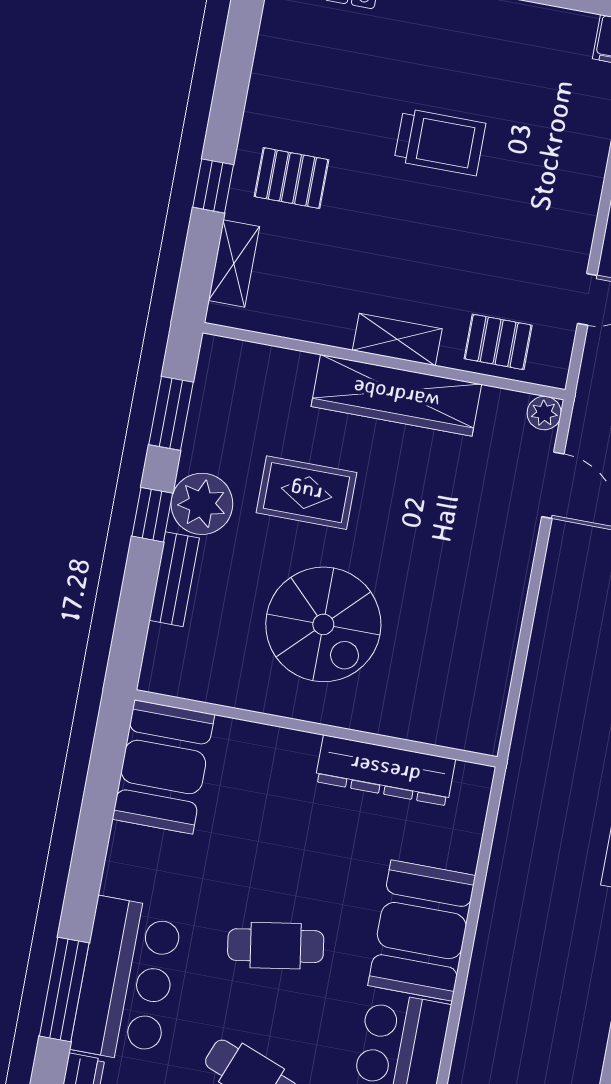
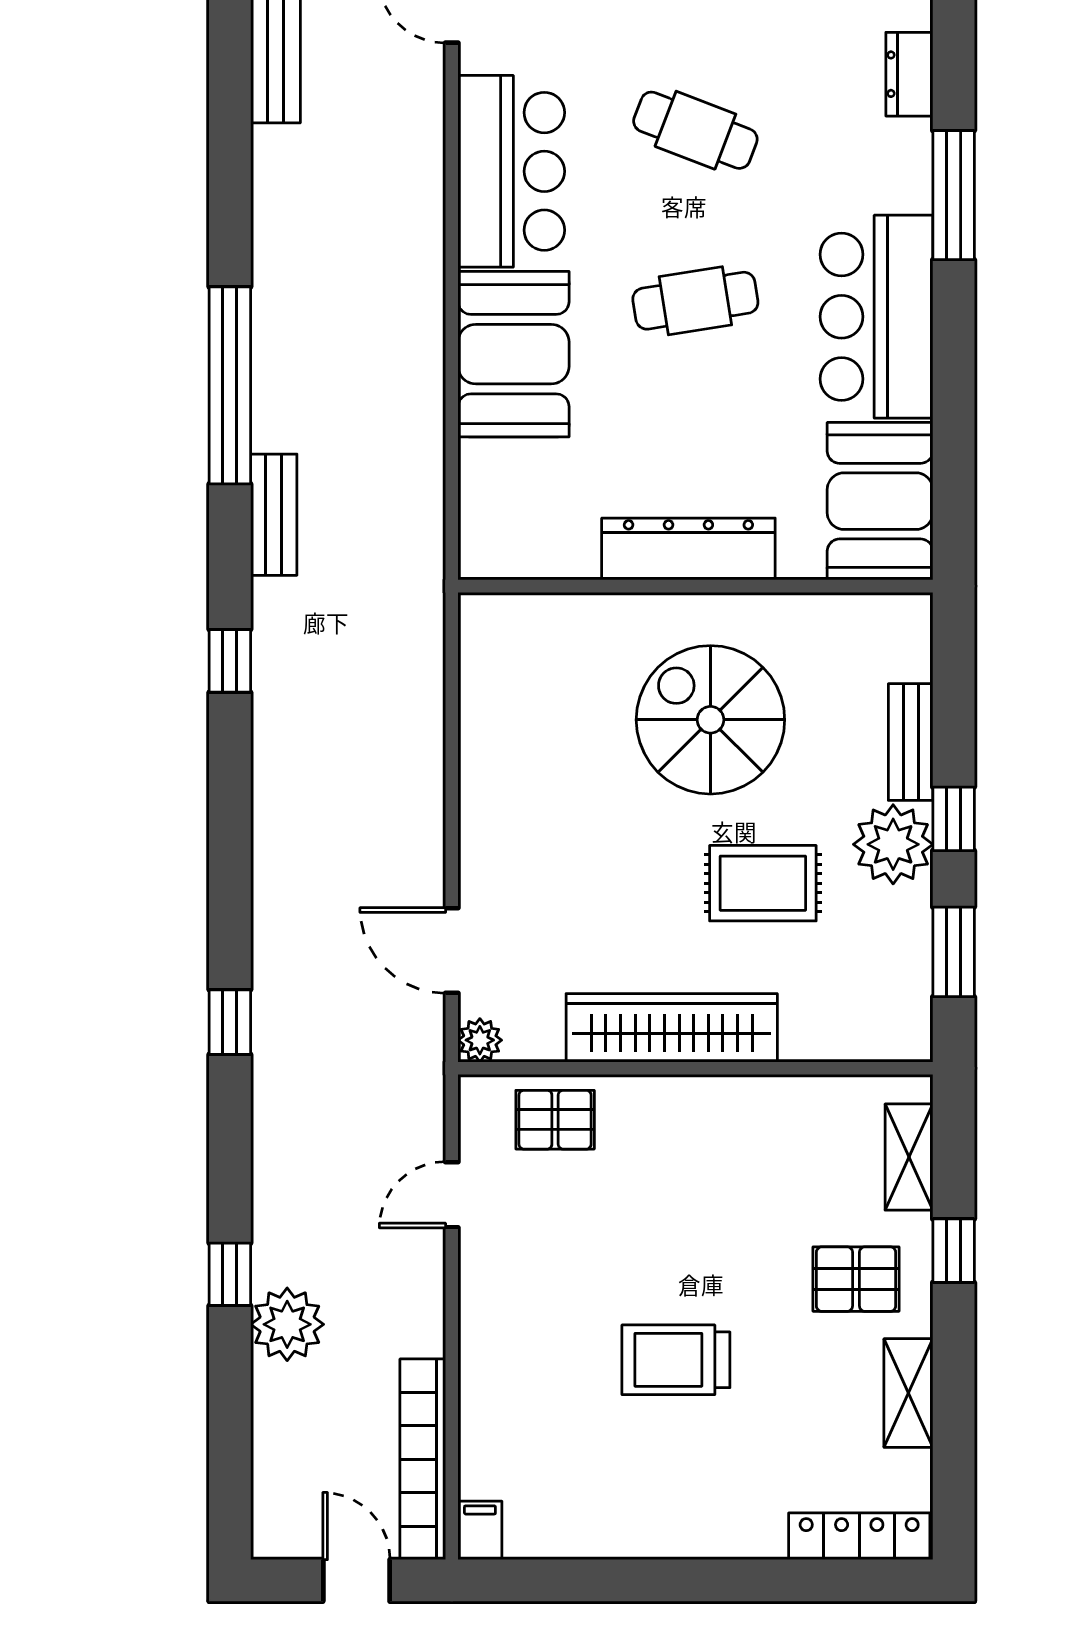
shelving: (397, 340) -> (908, 1393), moved, turned 90
dresser: (385, 770) -> (688, 549), moved
bar counter: (127, 980) -> (876, 317), moved

